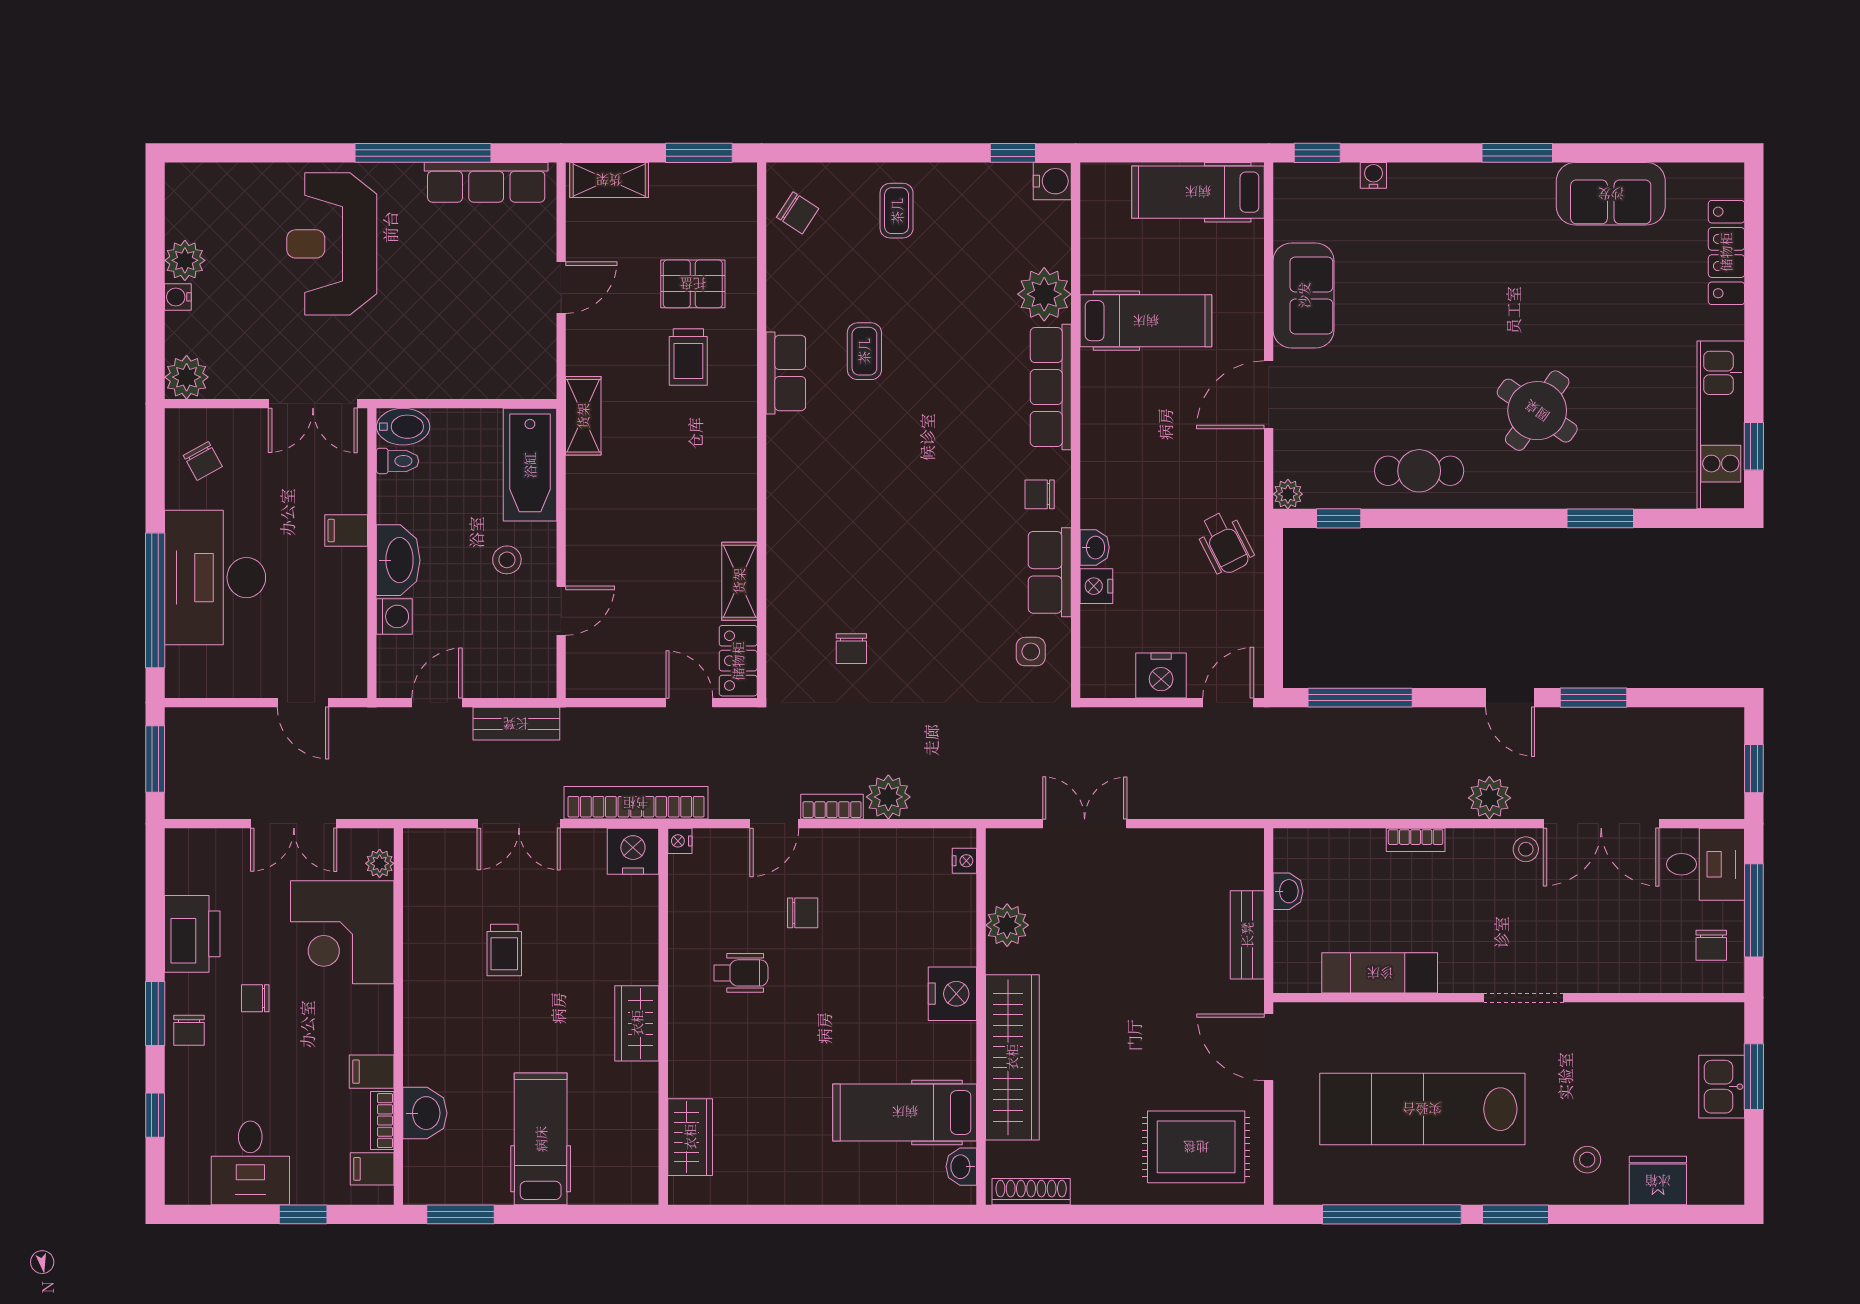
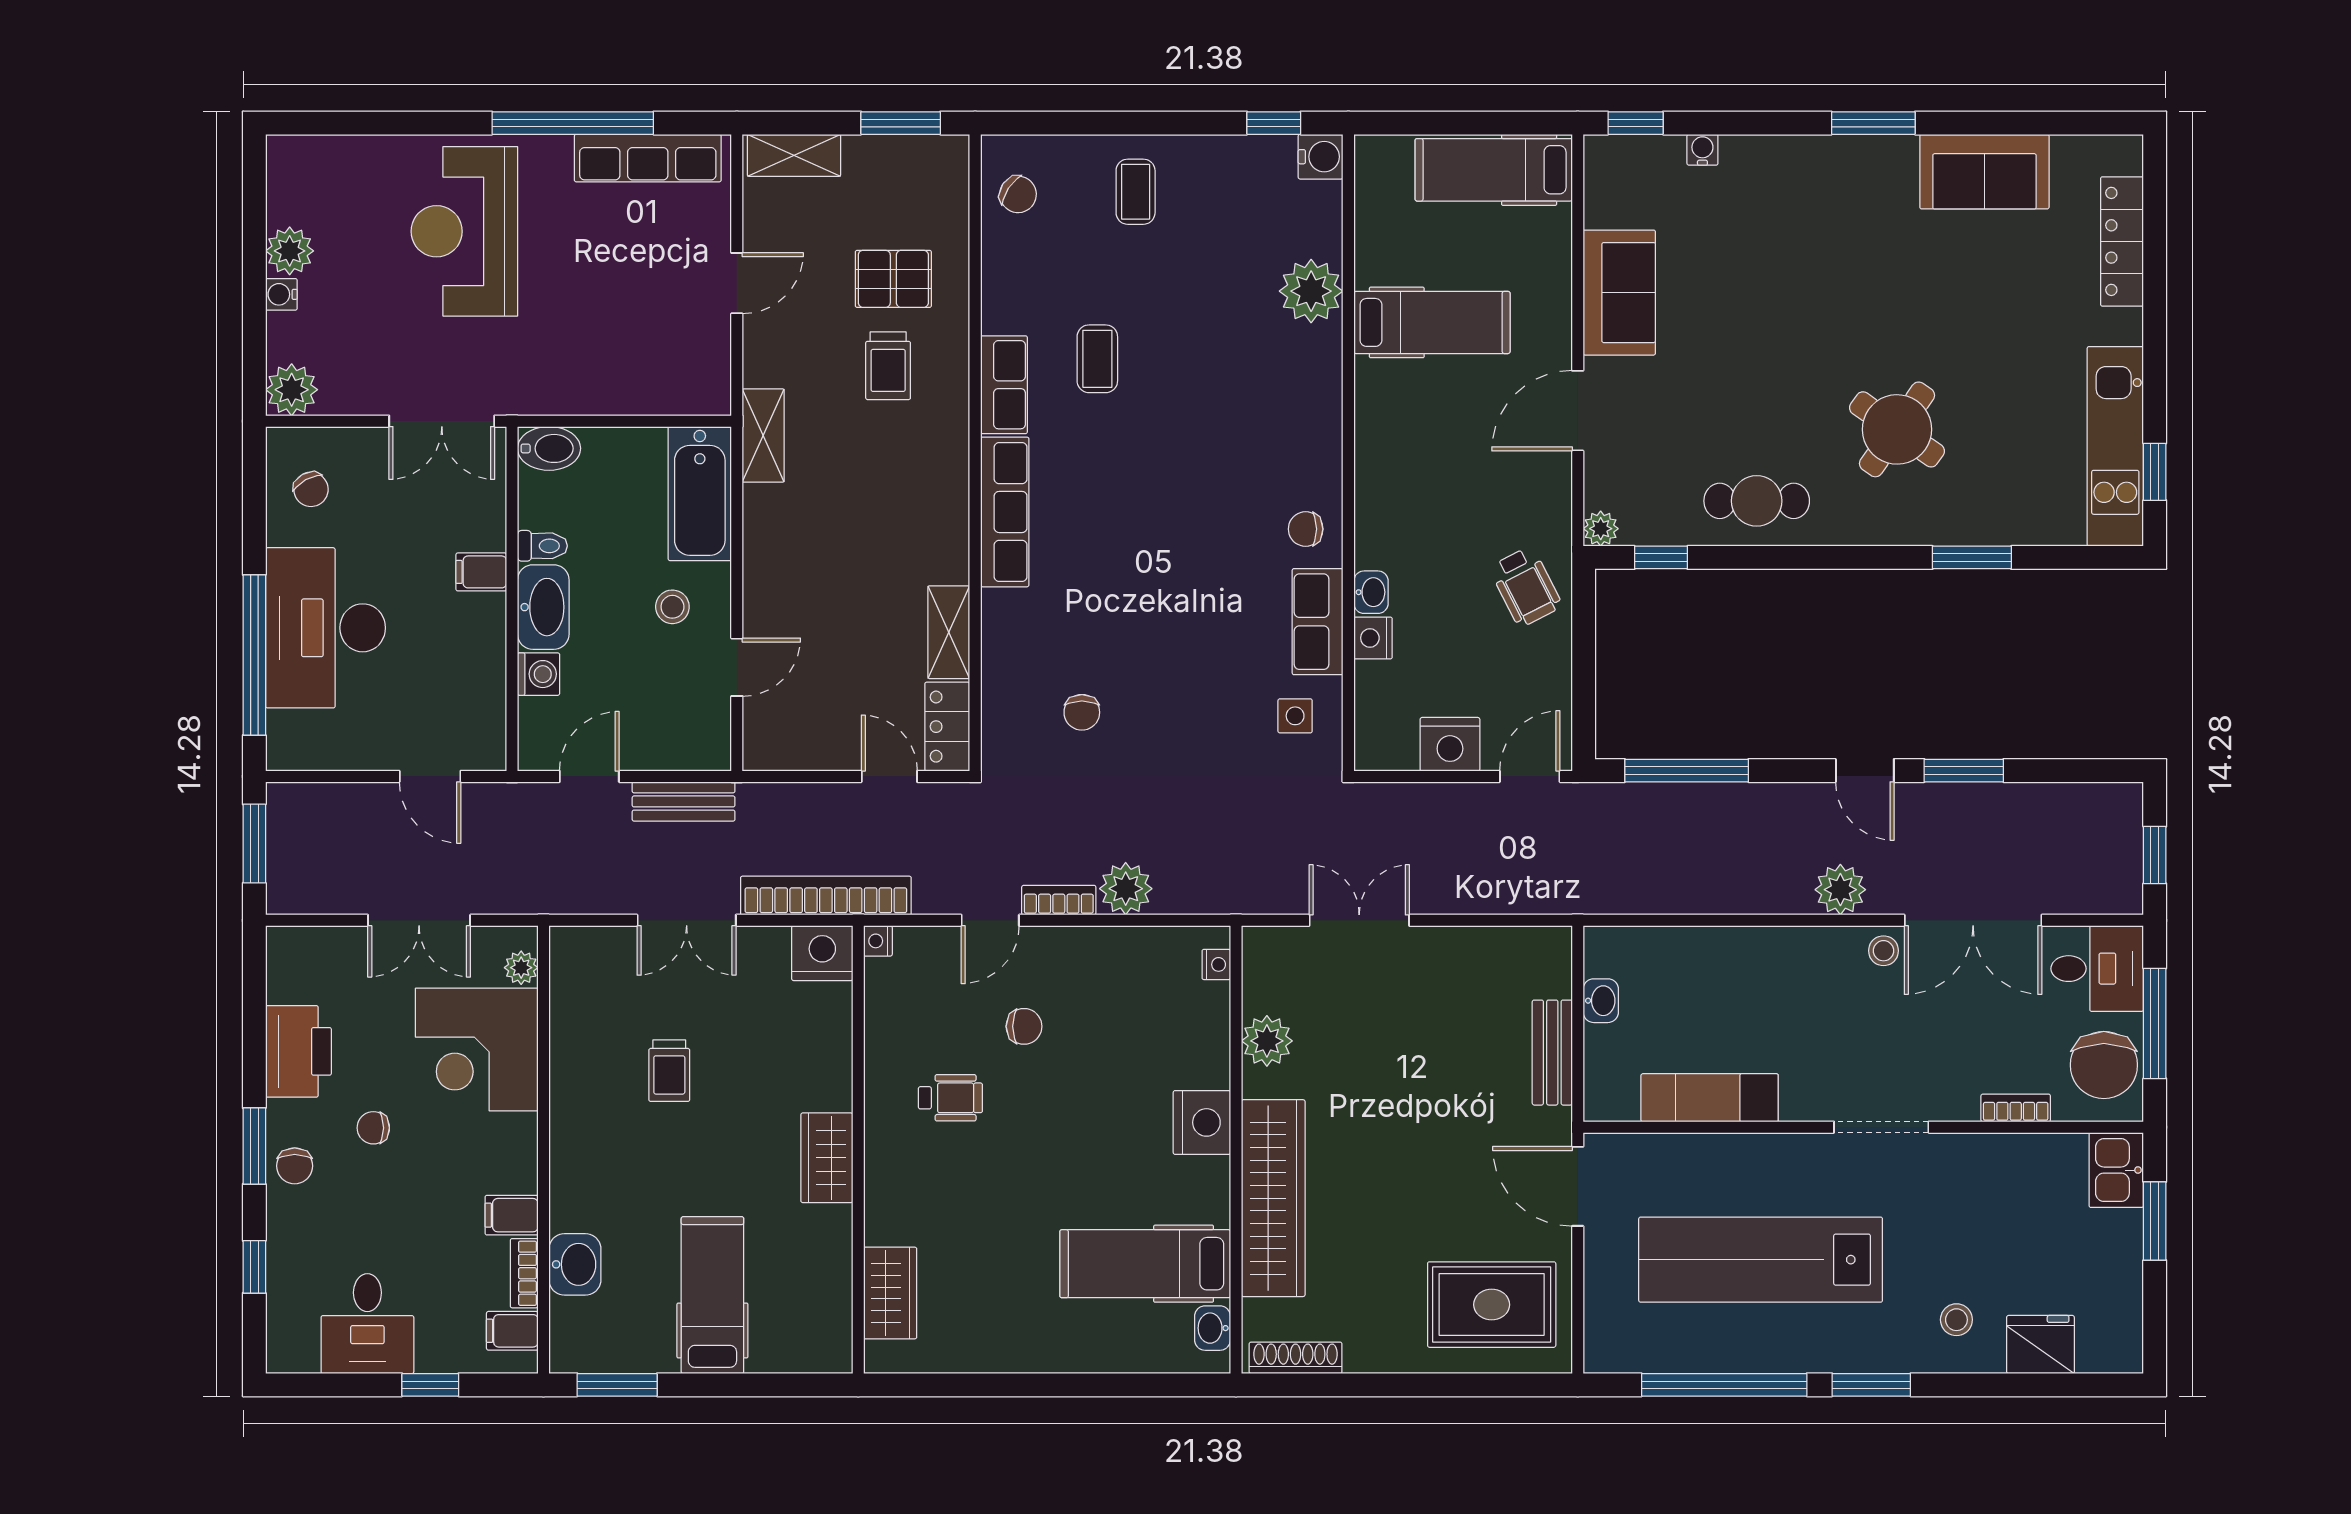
row of seats: (1051, 387) -> (1005, 512), moved, turned 180
toilet: (397, 461) -> (542, 546), moved
bookcase: (1416, 840) -> (2016, 1108), moved, turned 180
chair: (1711, 945) -> (2104, 1065), width x1.87, depth x1.87
kitchen sink: (1722, 1087) -> (2116, 1170), moved

